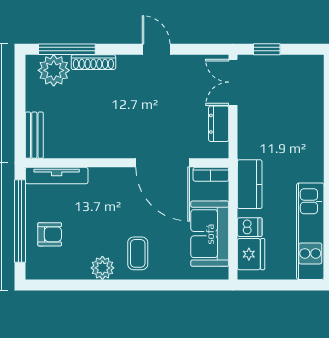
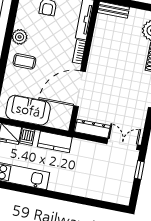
dresser: (219, 124) -> (93, 129), width x1.44
bookcase: (211, 174) -> (79, 52), moved

